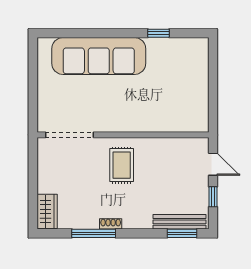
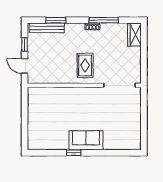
window: (159, 33) -> (74, 153), moved
sofa: (99, 56) -> (86, 140), width x0.54, depth x0.79
window: (182, 233) -> (56, 20), moved

